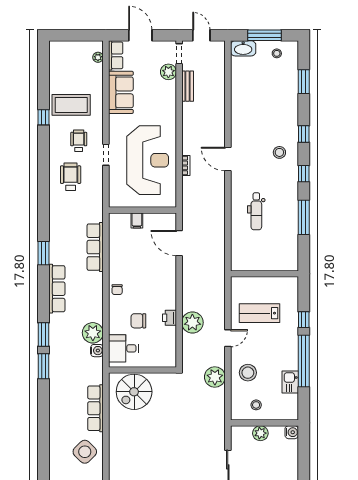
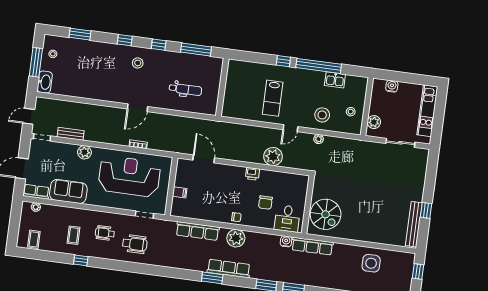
coffee table: (60, 60) -> (34, 239), added
plant: (168, 72) -> (84, 152), moved
coffee table: (71, 105) -> (73, 235), width x0.54, depth x0.58
doorway: (106, 155) -> (144, 215), moved
wheelchair: (71, 177) -> (135, 244), turned 180
door: (179, 243) -> (204, 159), swing flipped
window: (44, 253) -> (212, 278), moved
wall: (264, 274) -> (222, 87), moved
printer: (169, 318) -> (252, 174), moved
plant: (93, 333) -> (236, 238), moved
door: (228, 338) -> (290, 128), swing flipped
plant: (215, 377) -> (319, 139), width x0.53, depth x0.53
row of seats: (95, 408) -> (312, 246), moved
water cooler: (292, 432) -> (392, 86), moved
plant: (260, 433) -> (374, 122), moved
side table: (85, 452) -> (371, 263), turned 45

